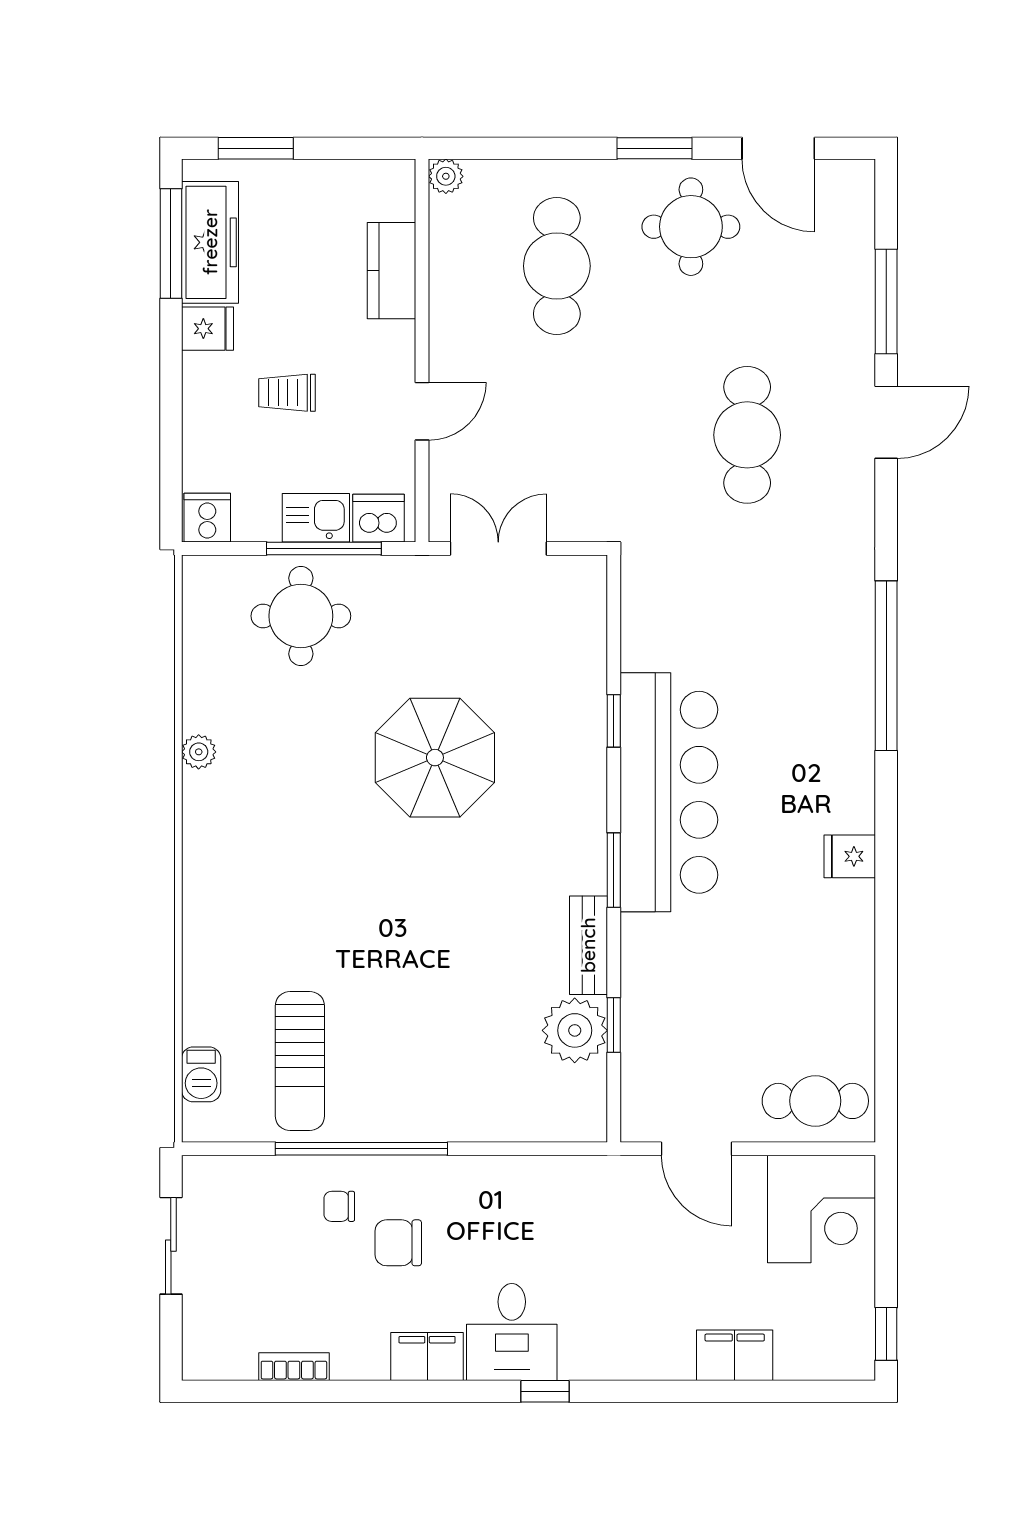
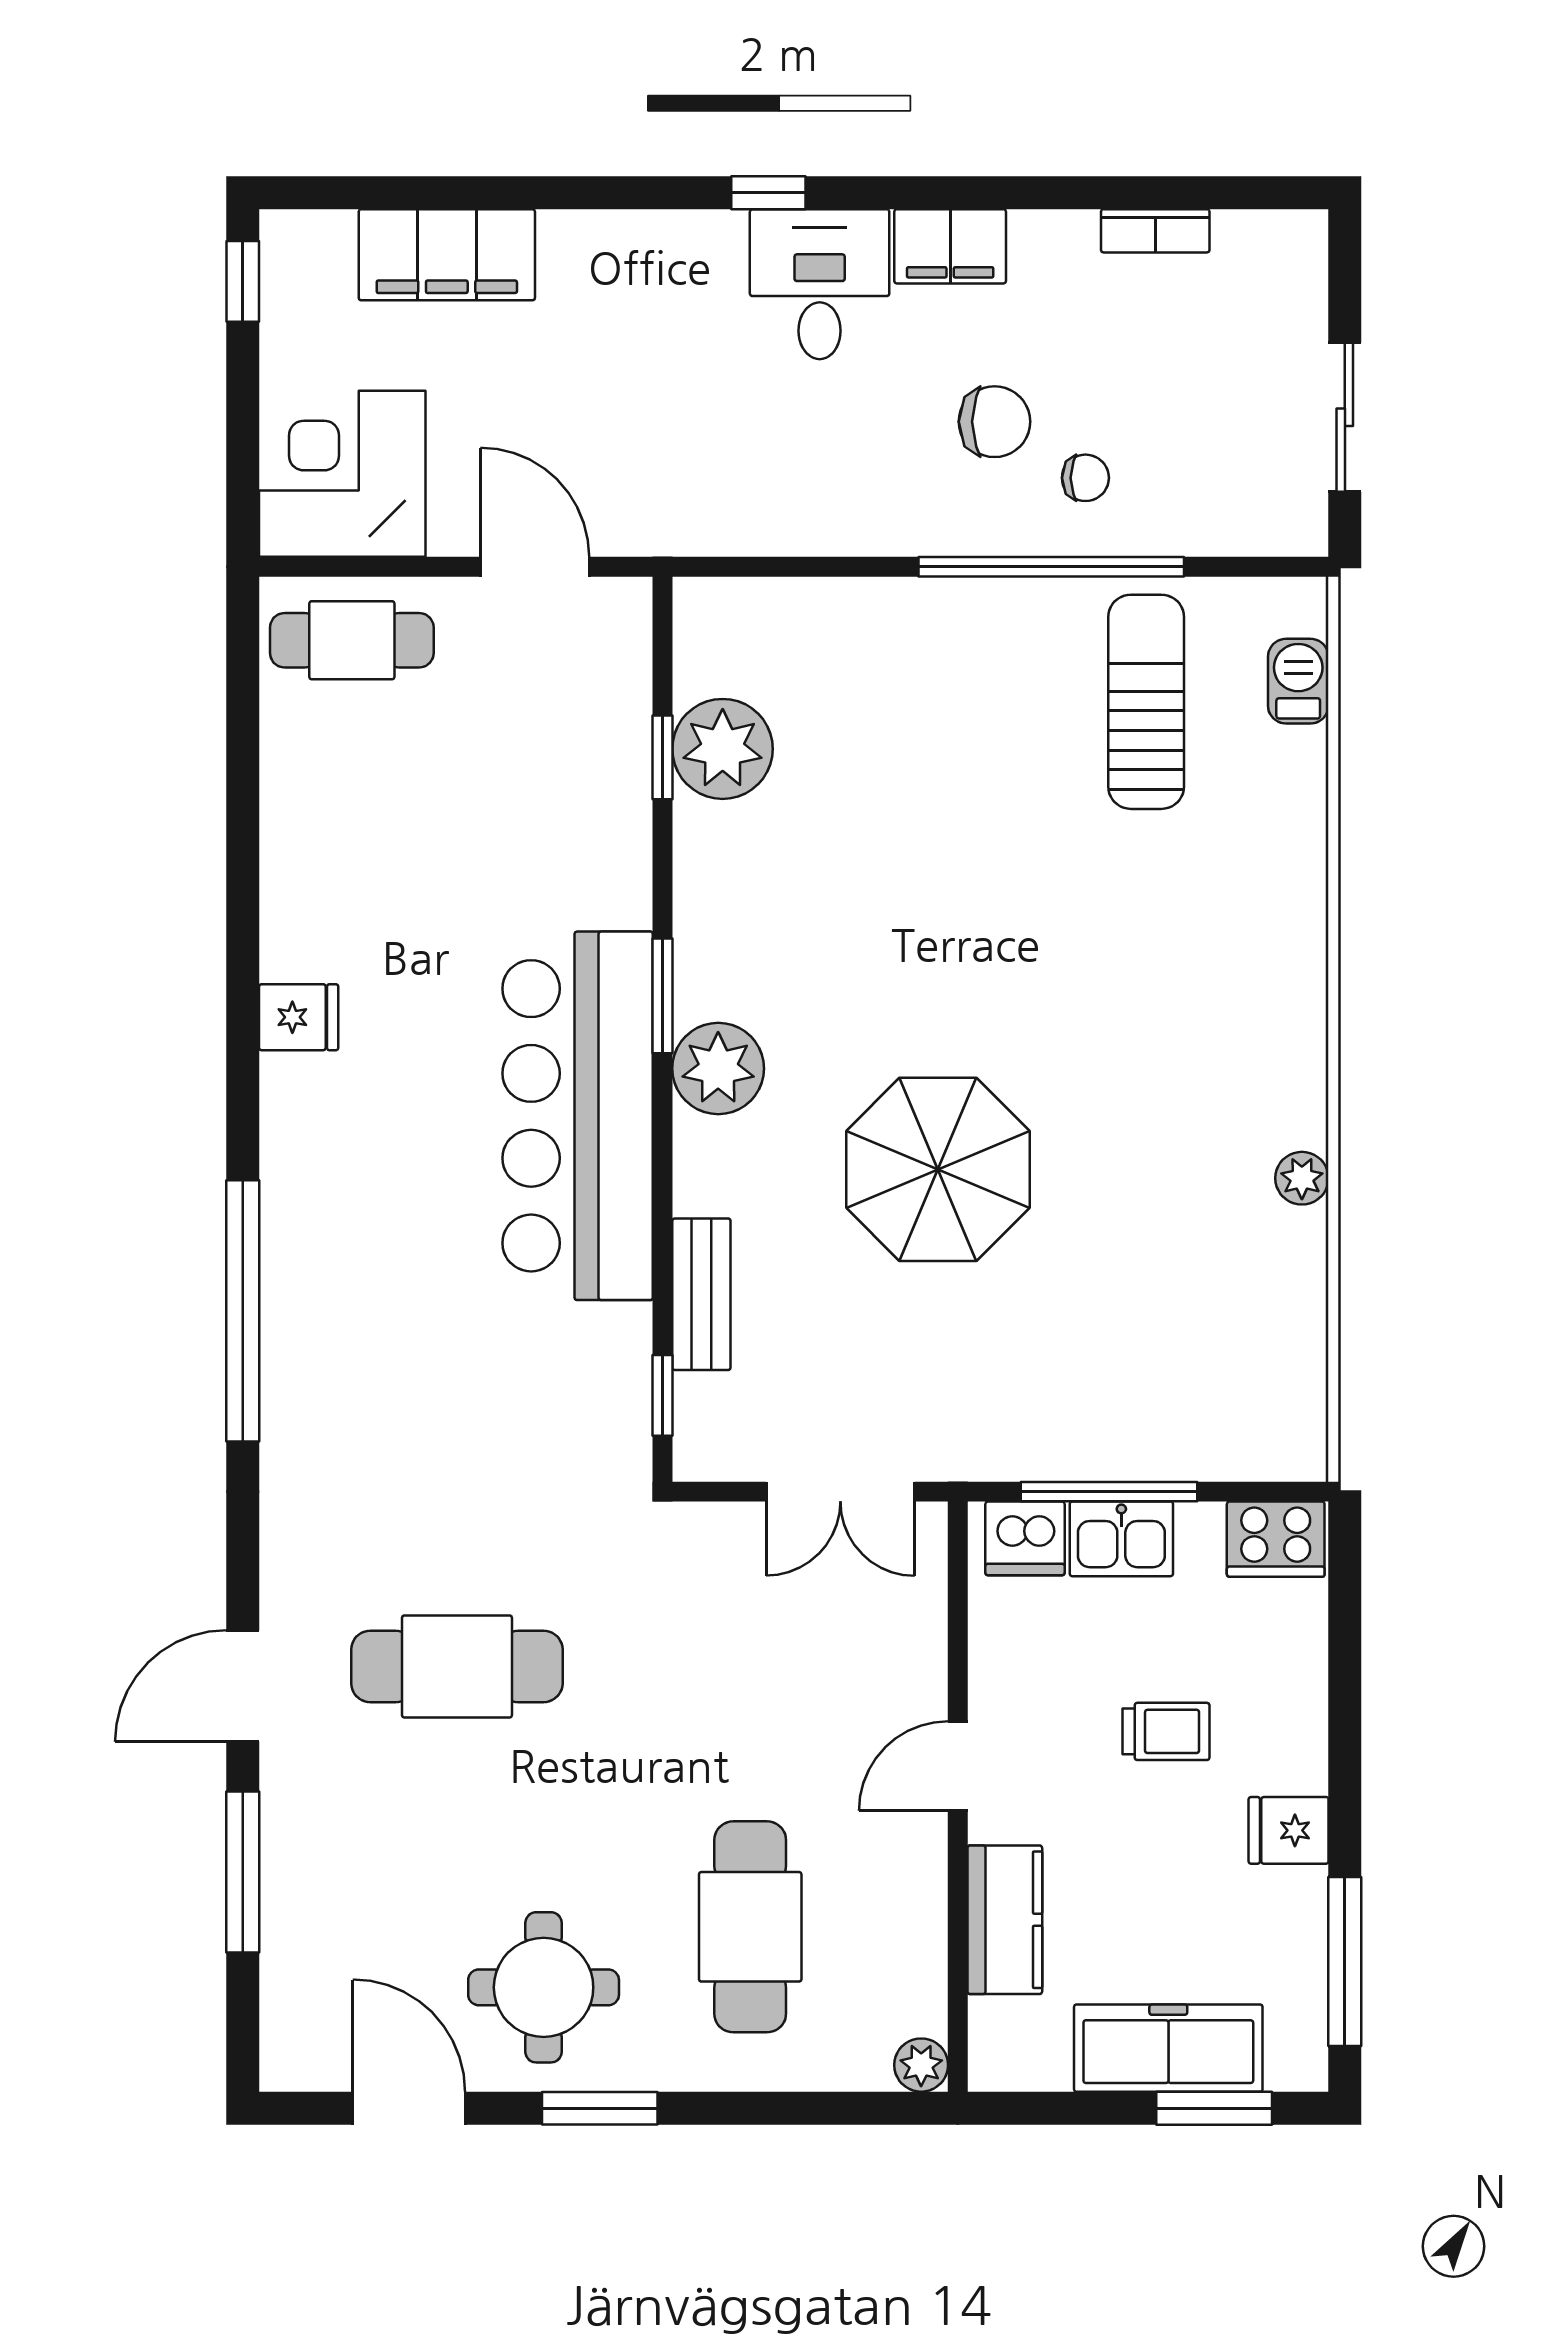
freezer: (210, 242) -> (1168, 2048), moved, turned 90
door: (422, 411) -> (958, 1766), moved
cafe table: (747, 435) -> (457, 1666), turned 90
cooker: (207, 518) -> (1276, 1539), width x1.36
round table: (301, 616) -> (1145, 1388), removed
window: (614, 721) -> (663, 1395), moved
plant: (578, 823) -> (718, 1068), added
bench: (588, 945) -> (701, 1294), moved
filing cabinet: (735, 1355) -> (447, 255), width x1.50, depth x1.17

